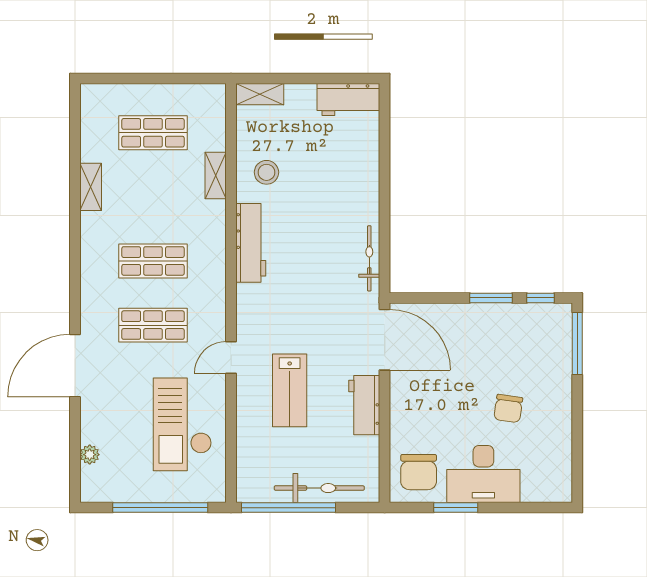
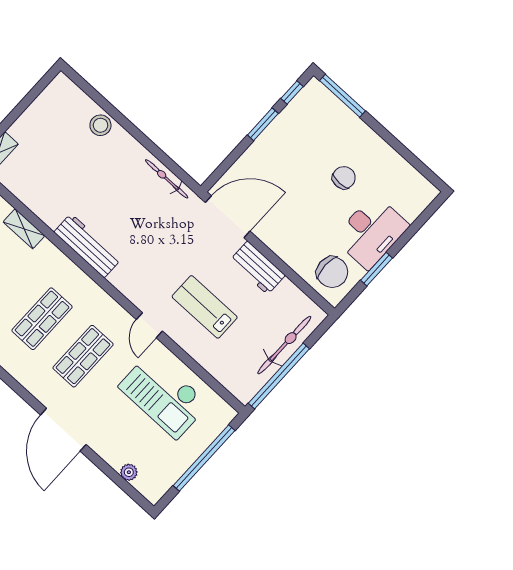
workbench: (348, 100) -> (53, 99), removed
stool: (266, 172) -> (100, 125), moved
lab bench: (290, 390) -> (205, 307), turned 180
chair: (508, 409) -> (344, 178), turned -98

